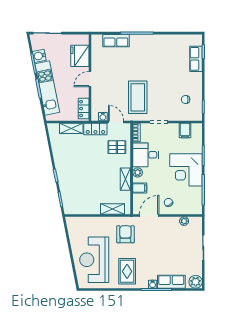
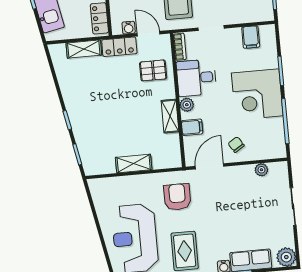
shelving: (113, 209) -> (134, 164), moved

